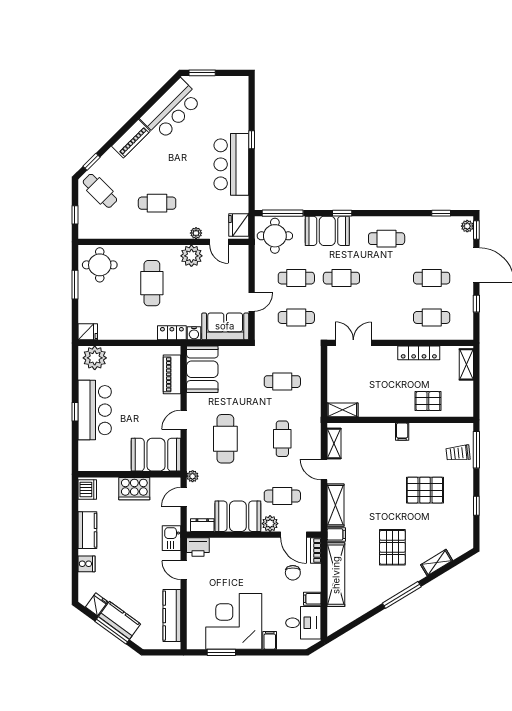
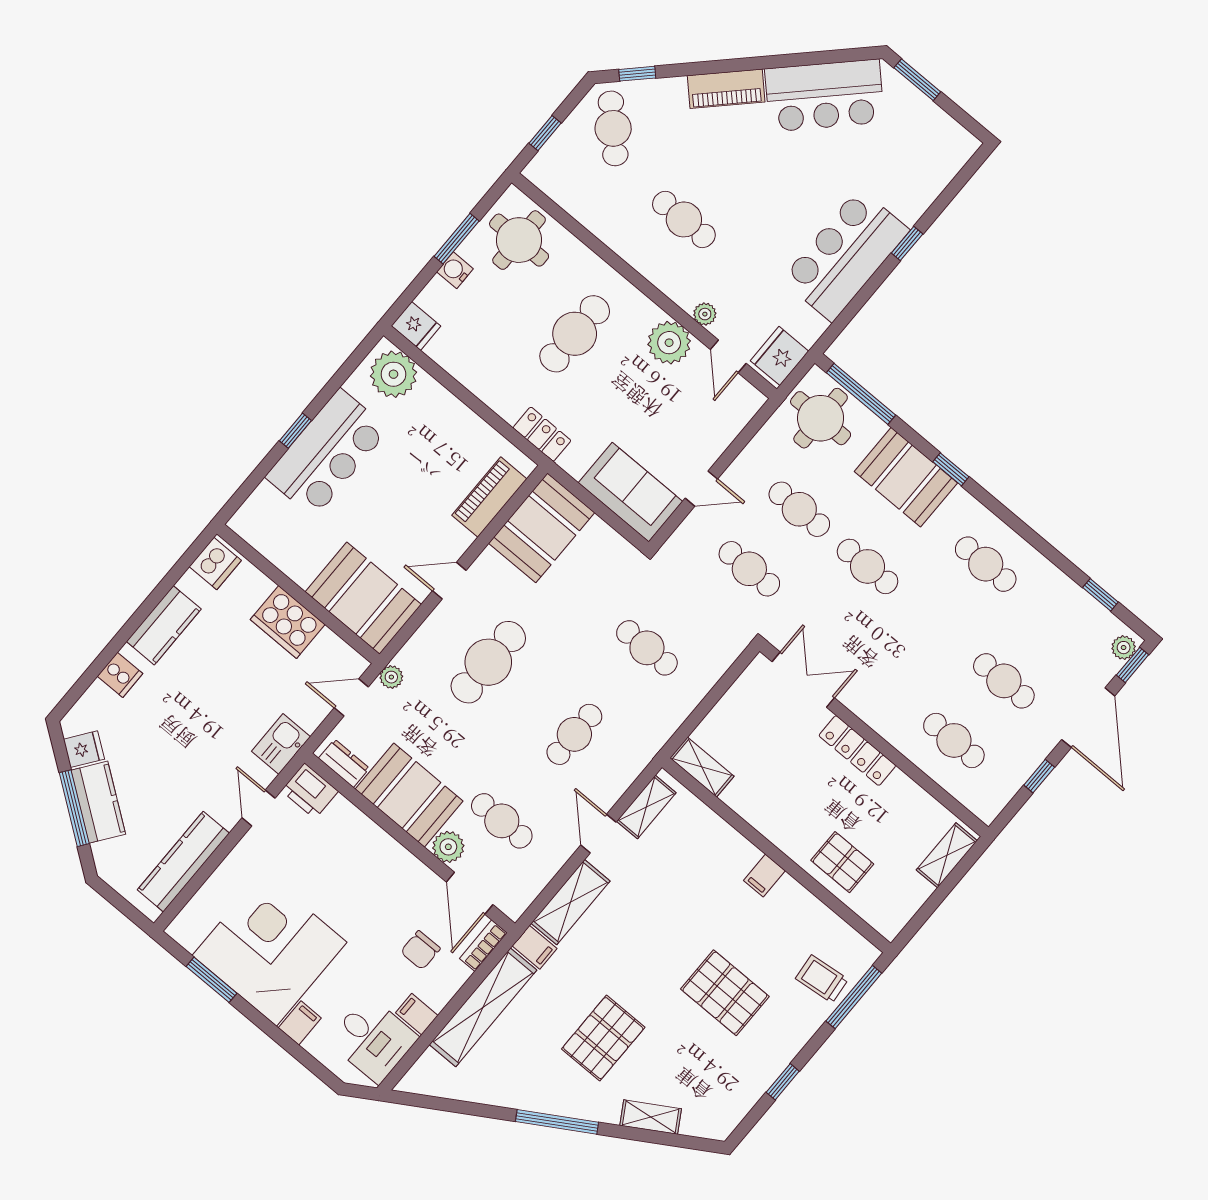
water cooler: (194, 333) -> (455, 270), moved, turned 90
locker: (419, 353) -> (857, 751), moved

